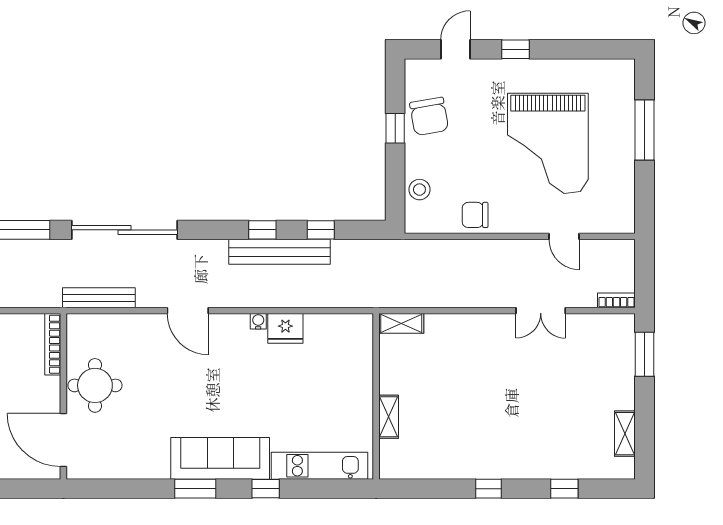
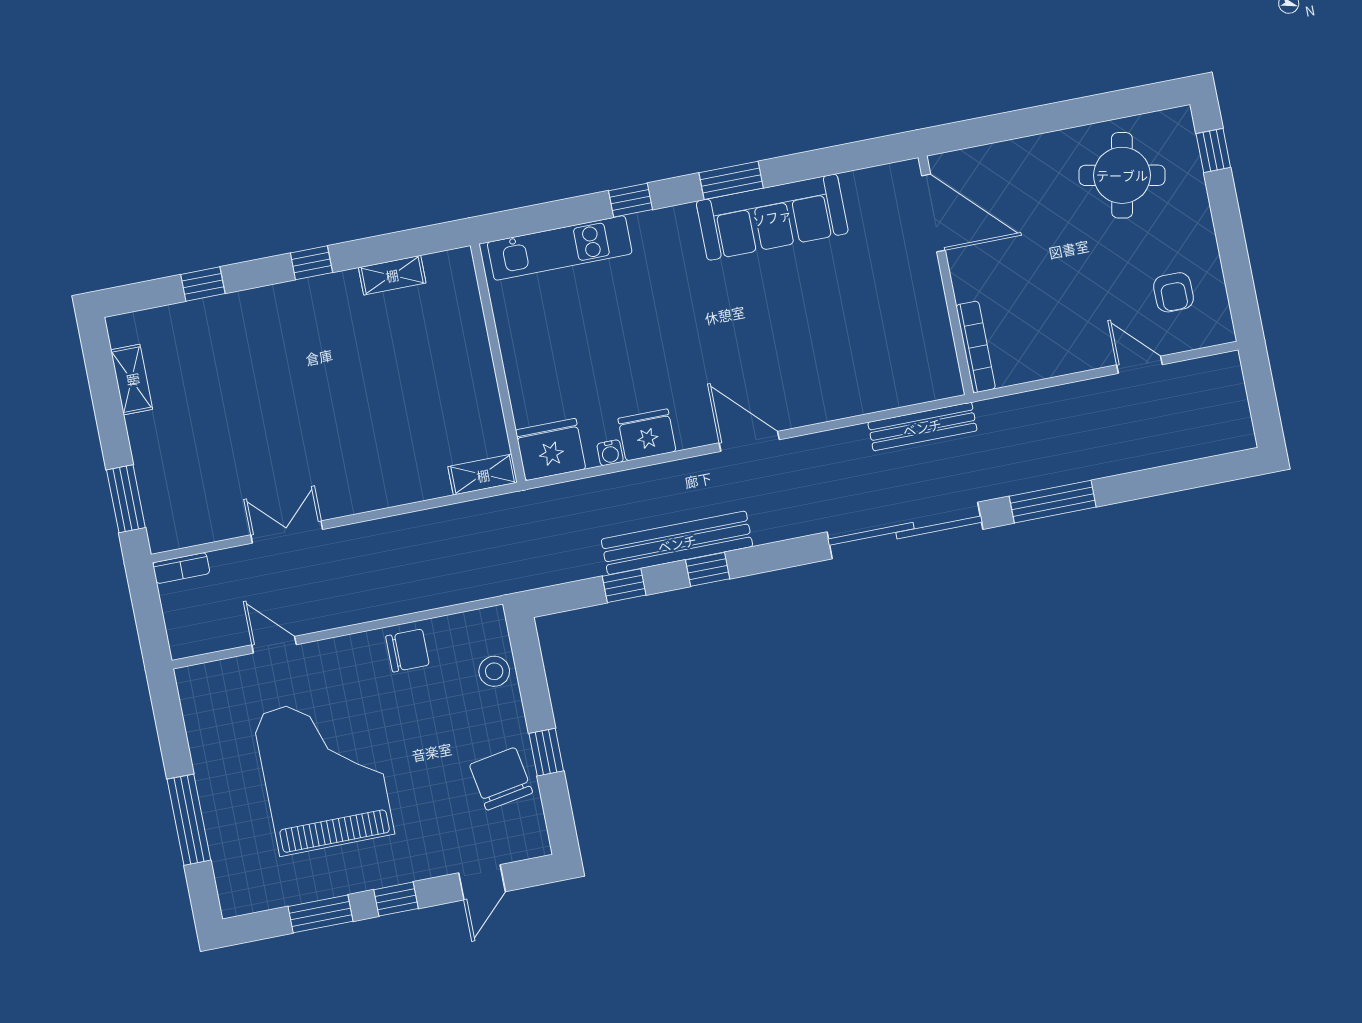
window: (568, 49) -> (321, 914), added
door: (188, 311) -> (749, 441), moved
water cooler: (258, 321) -> (610, 453), moved
fridge: (352, 331) -> (551, 450), added
round table: (95, 385) -> (904, 300), removed
shelving: (389, 417) -> (392, 275), moved, turned 90
sofa: (220, 458) -> (772, 217), moved

